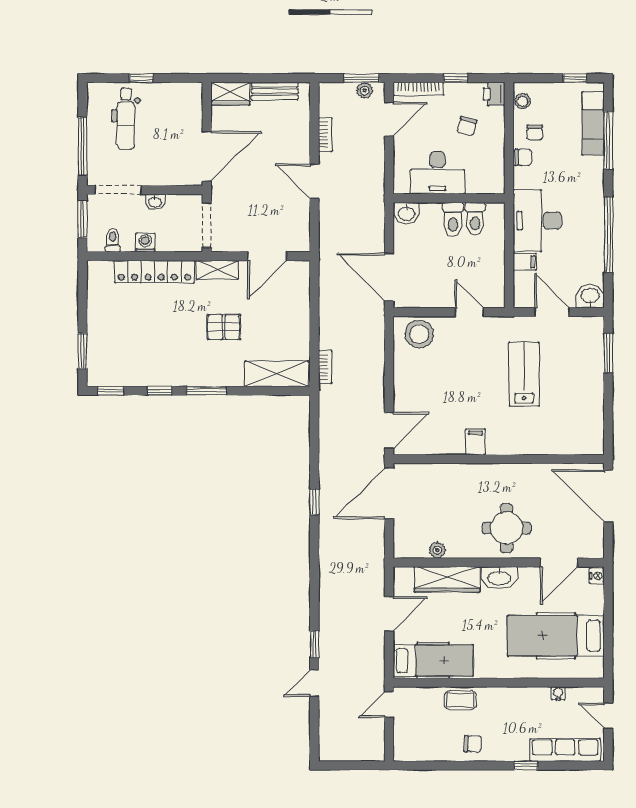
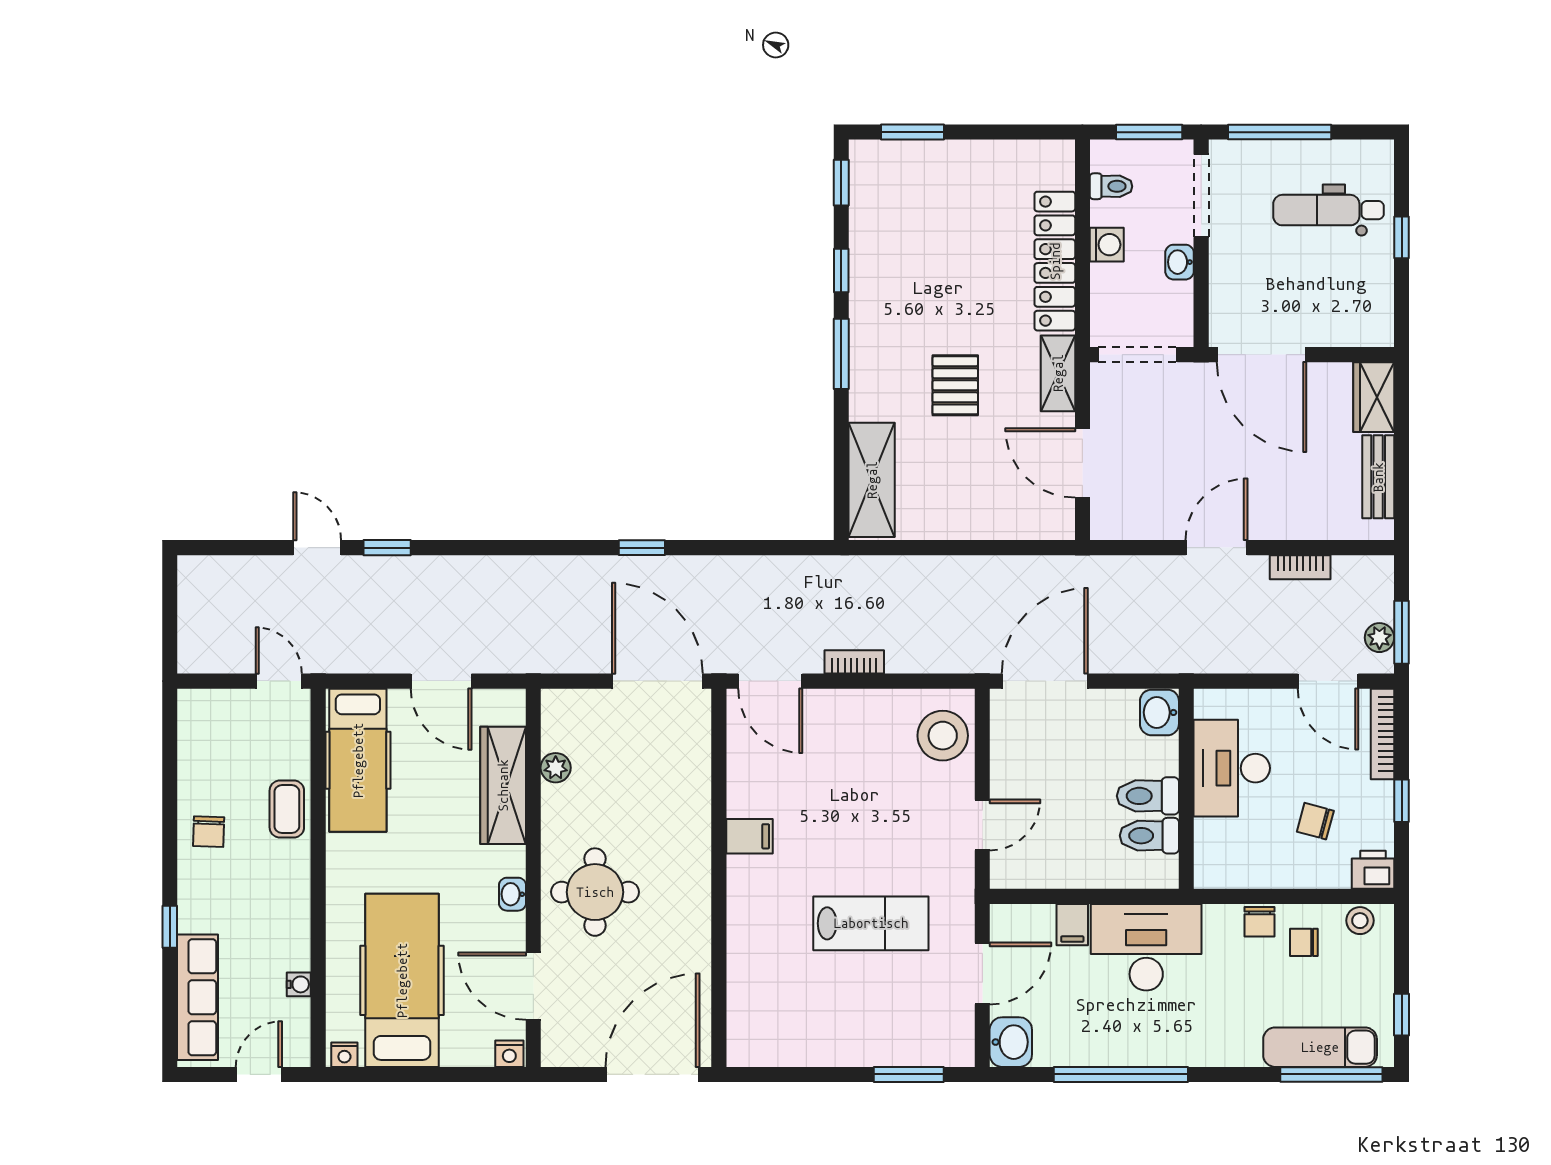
window: (608, 140) -> (1331, 1074), moved
bookcase: (325, 367) -> (854, 662), moved, turned 180
washbasin: (499, 578) -> (512, 894), width x0.52, depth x0.69
nightstand: (597, 668) -> (344, 1055), added

